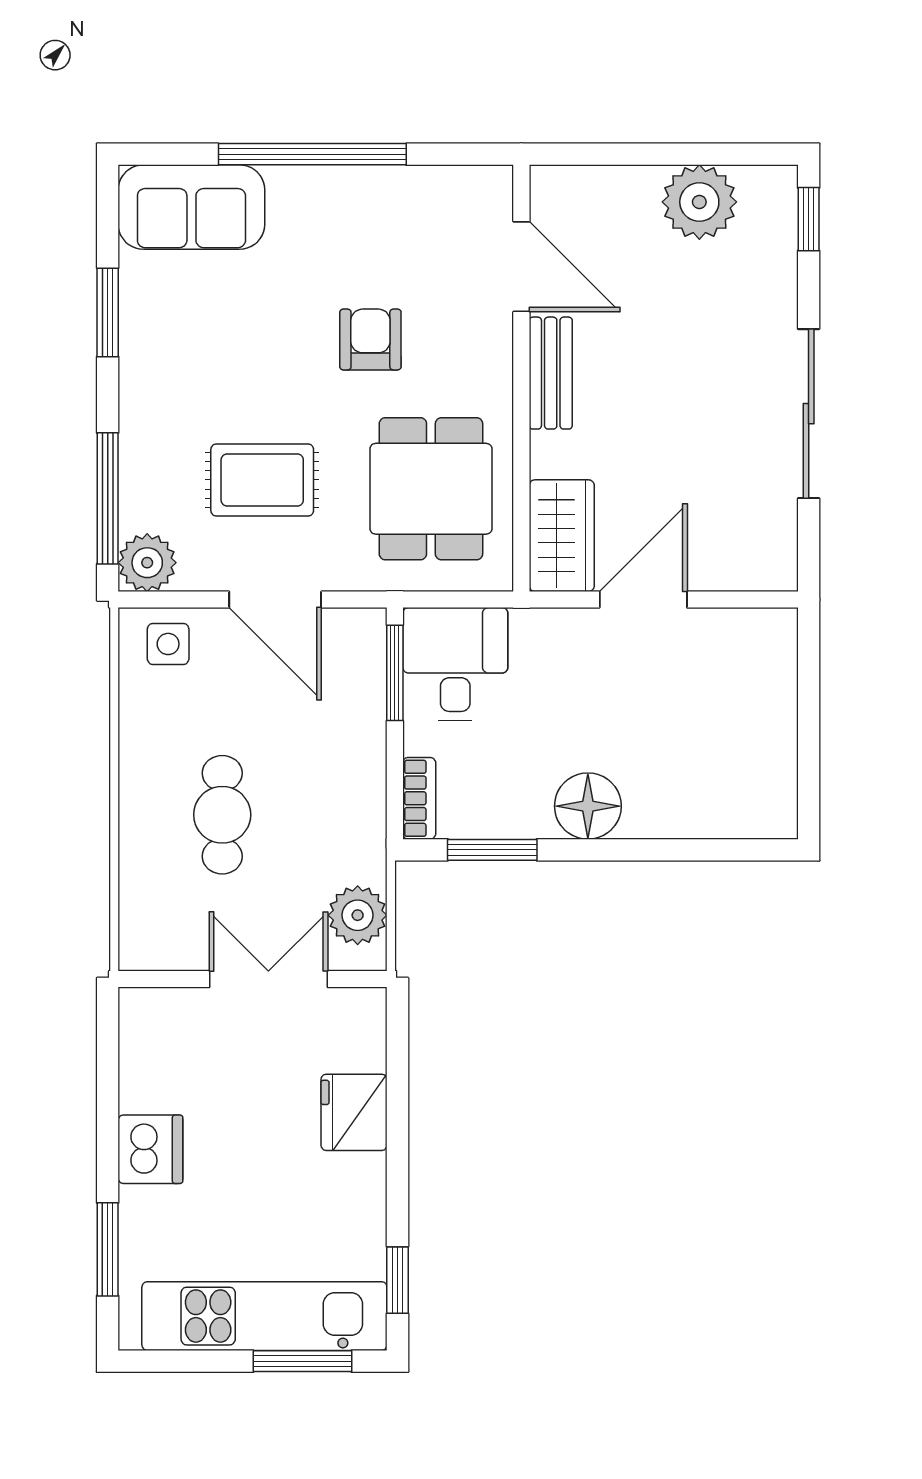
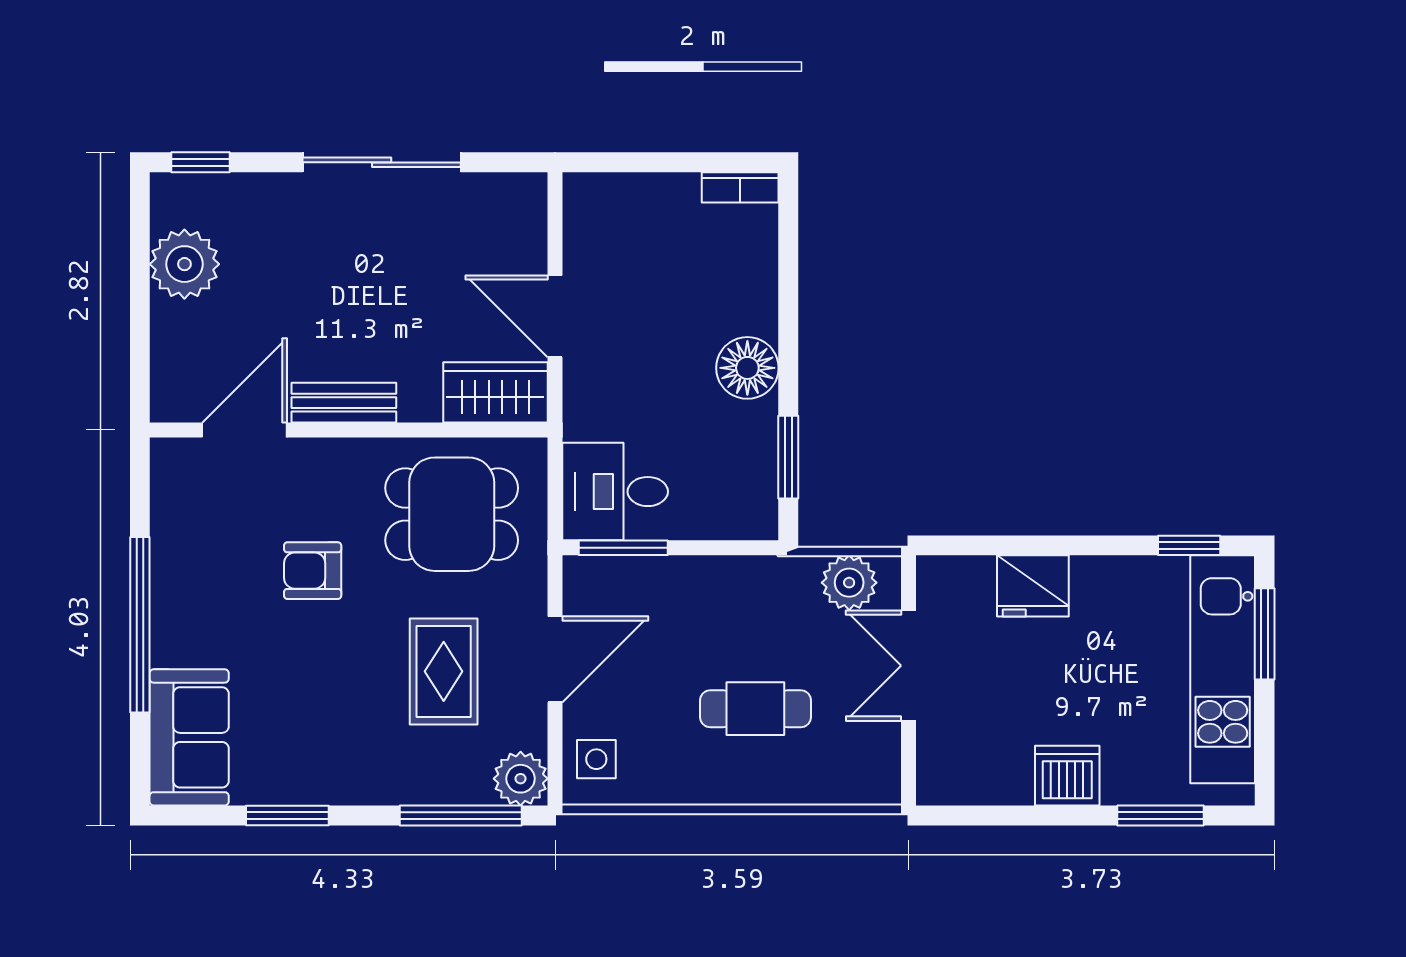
bookcase: (419, 798) -> (740, 187), moved, turned 180

